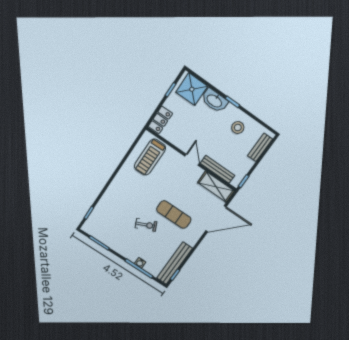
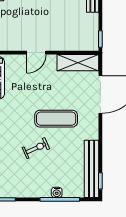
door: (192, 160) -> (36, 53), swing flipped
bench: (217, 169) -> (67, 45), removed

